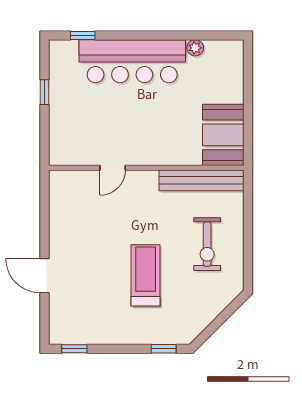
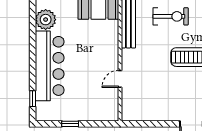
plant: (195, 48) -> (46, 20), width x1.87, depth x1.87
door: (113, 168) -> (120, 79), swing flipped

